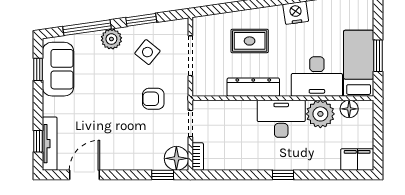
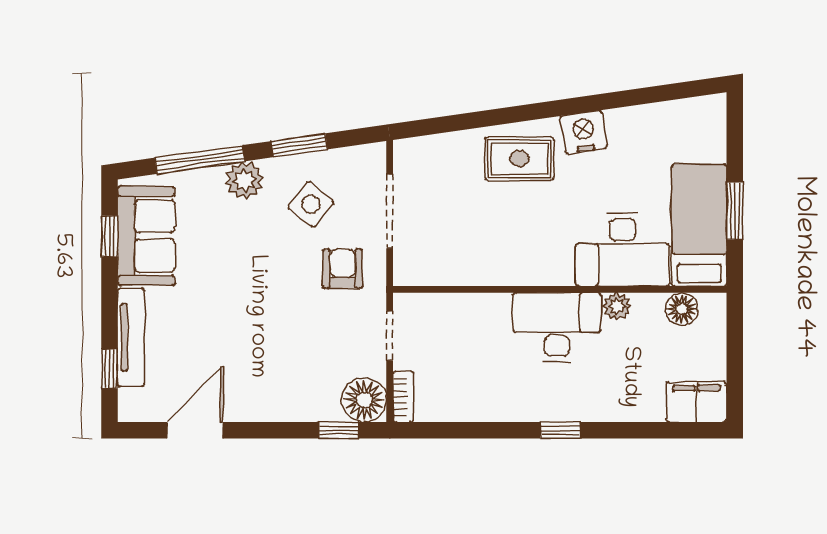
rug: (250, 41) -> (519, 159), moved
dresser: (253, 87) -> (505, 269), removed
armchair: (153, 99) -> (343, 269), moved, turned 90
plant: (320, 114) -> (617, 306), width x0.53, depth x0.53
tv unit: (50, 144) -> (131, 337), moved

